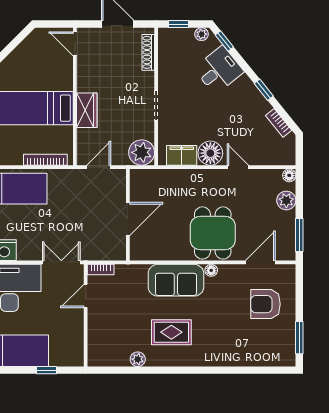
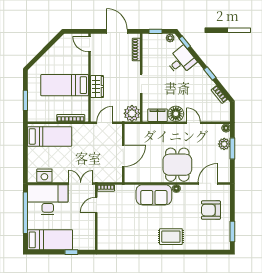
window: (299, 235) -> (232, 148), moved
rug: (171, 332) -> (171, 237), moved
plant: (138, 359) -> (129, 245), removed

